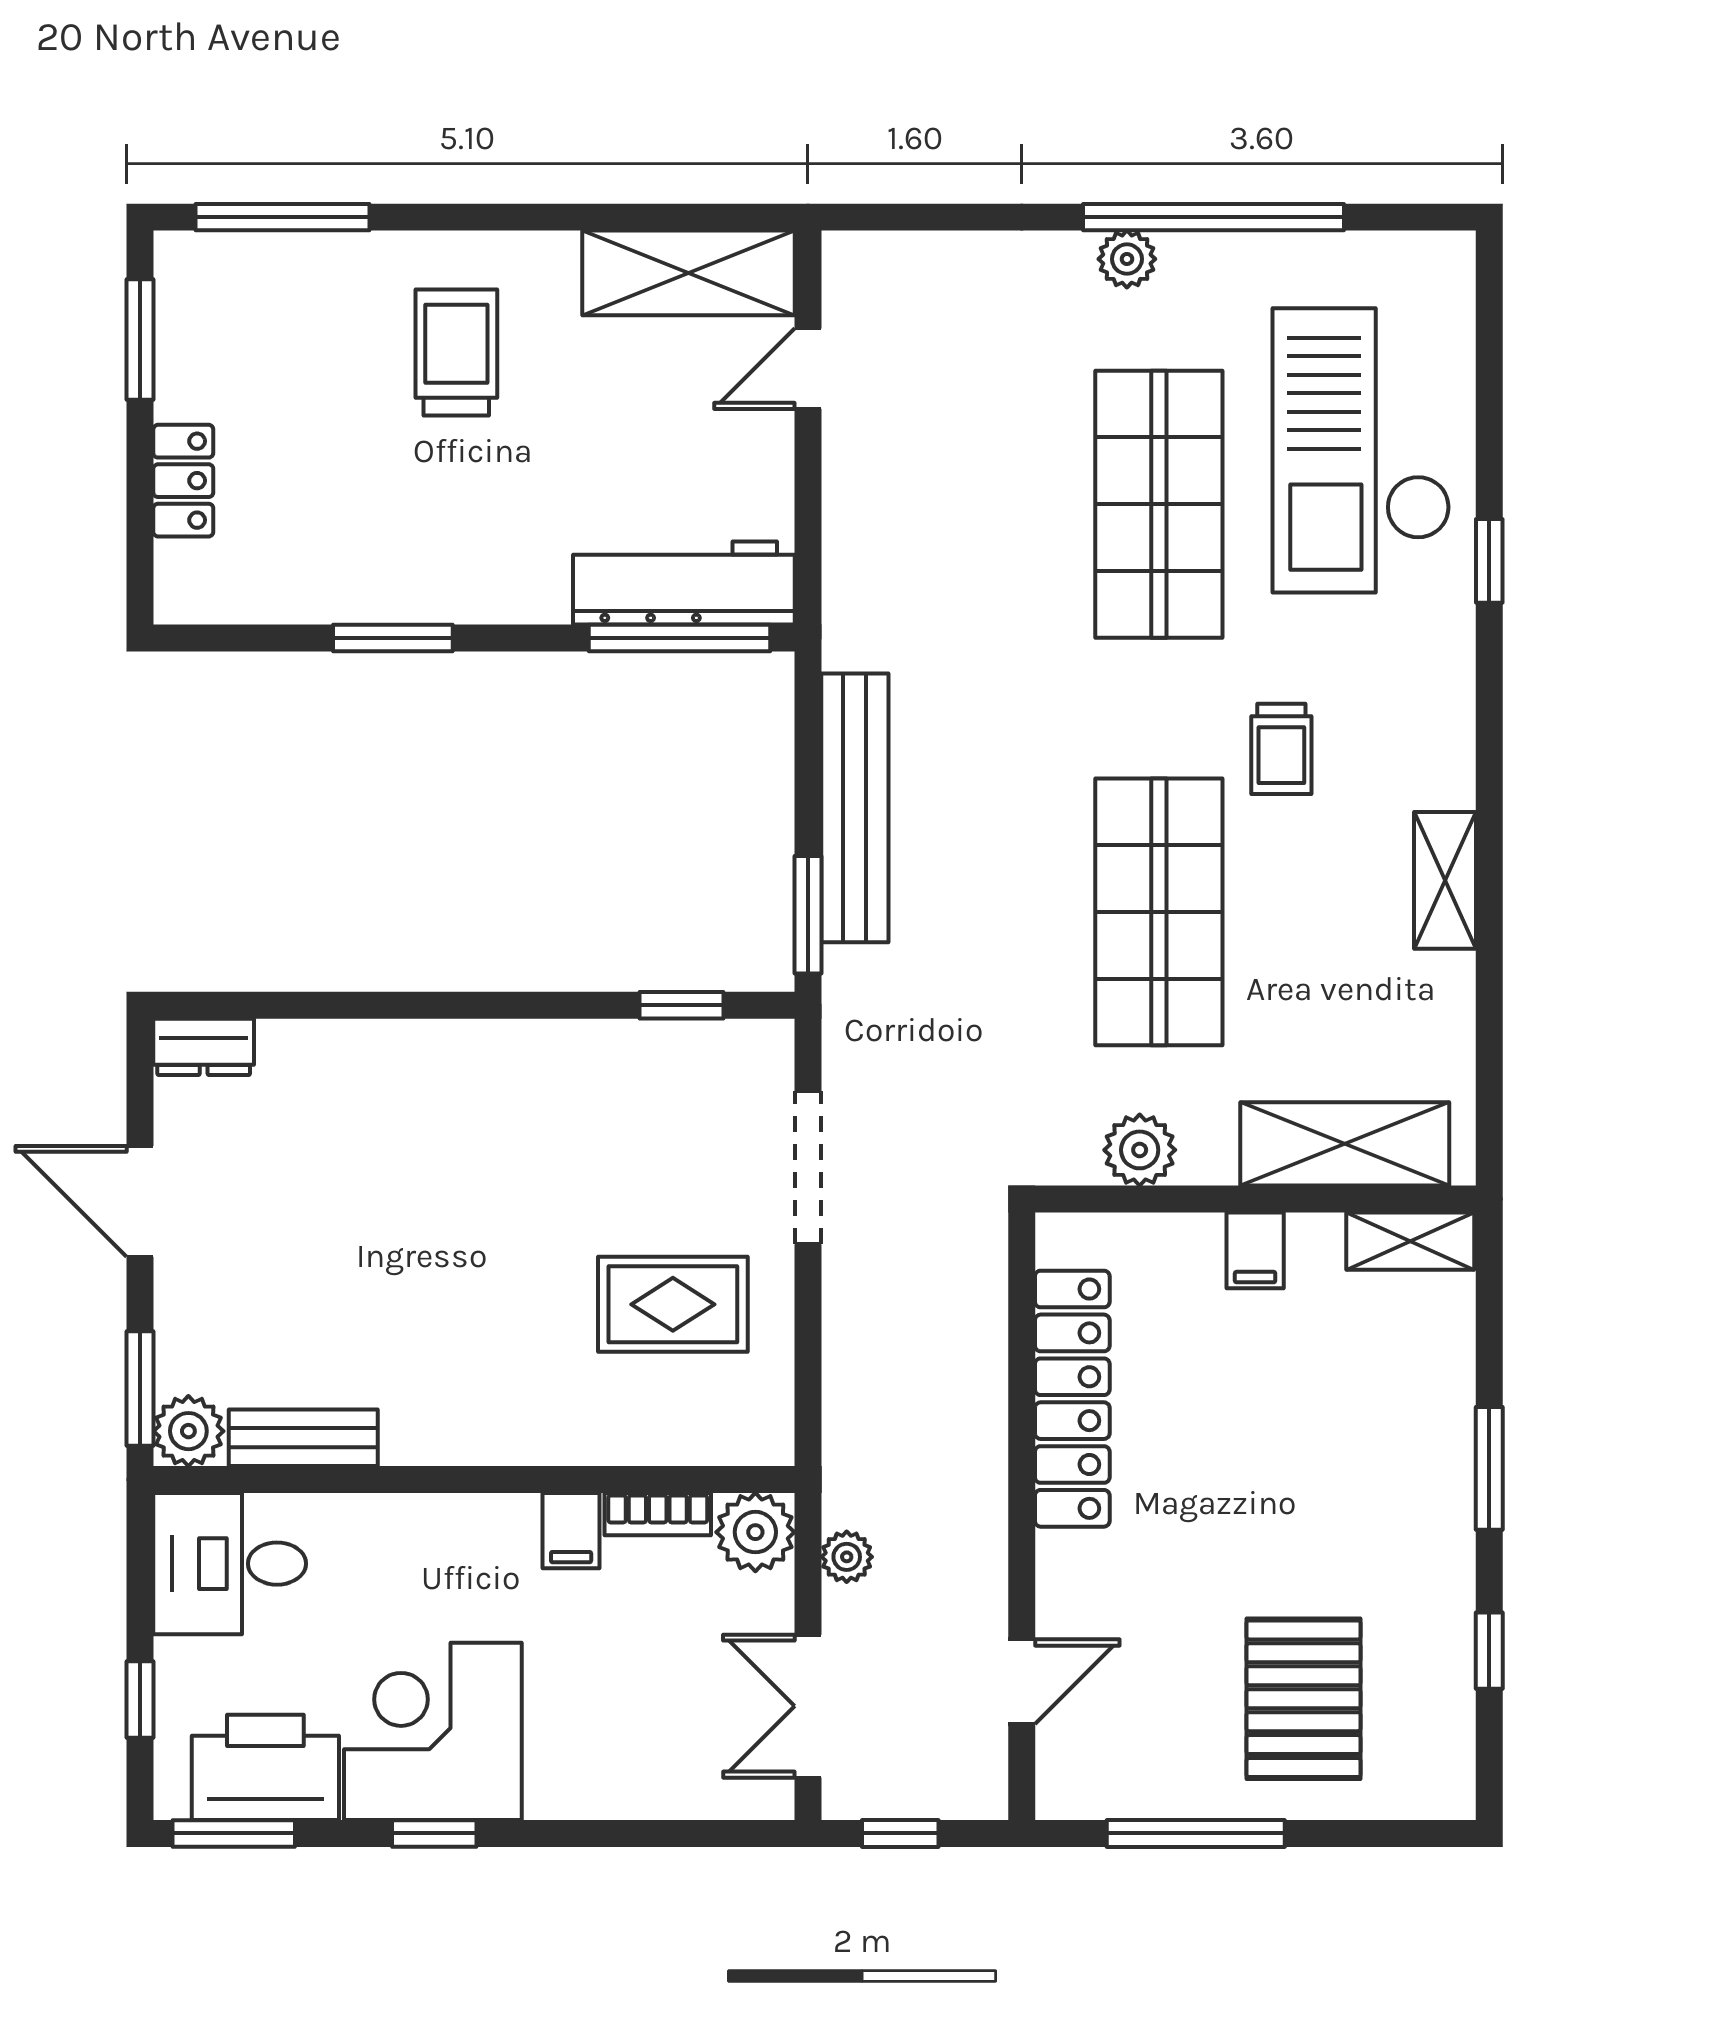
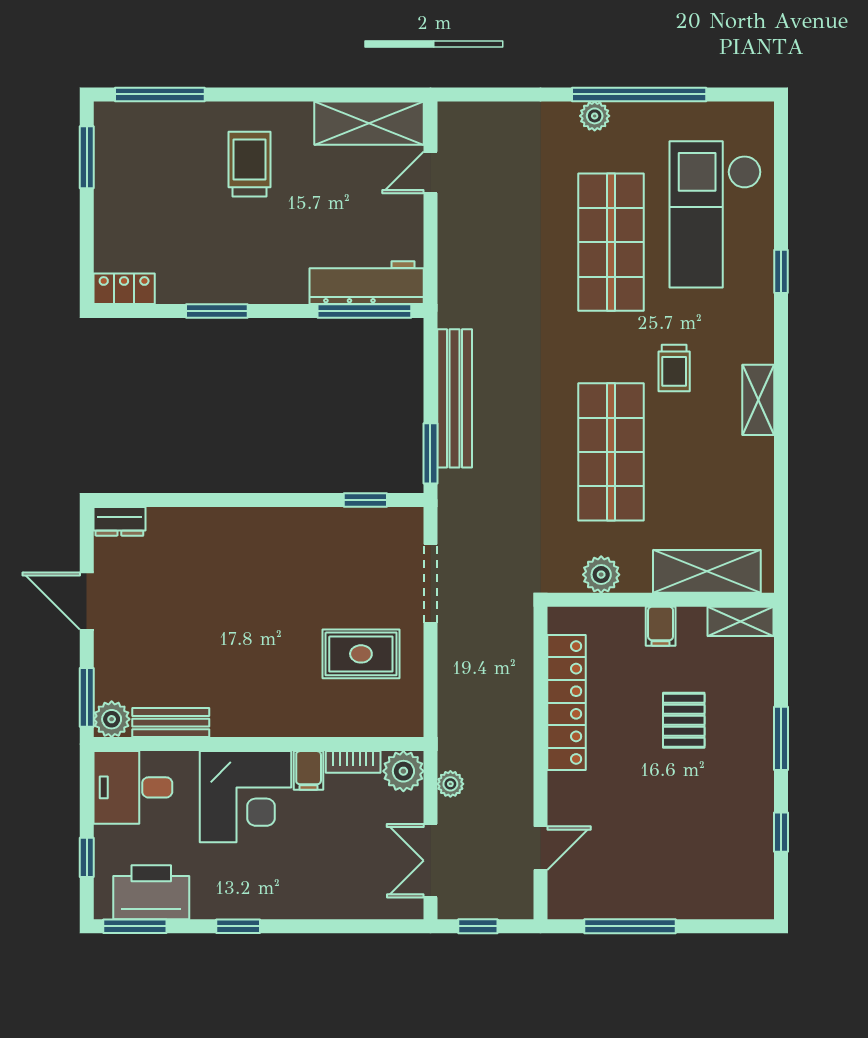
locker: (183, 481) -> (124, 289), moved, turned -90
shelving: (1445, 880) -> (758, 400), moved
pallet: (1303, 1699) -> (684, 720), moved, width x0.67, depth x0.71
corner desk: (433, 1731) -> (246, 797), moved, turned 180

